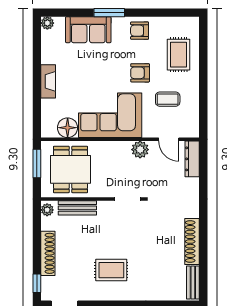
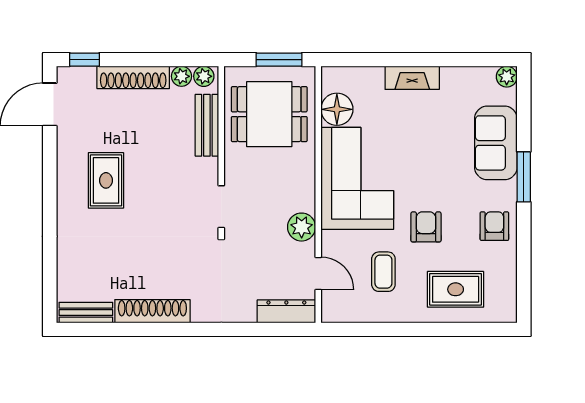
door: (169, 139) -> (318, 273), swing flipped
plant: (47, 224) -> (182, 76), added

